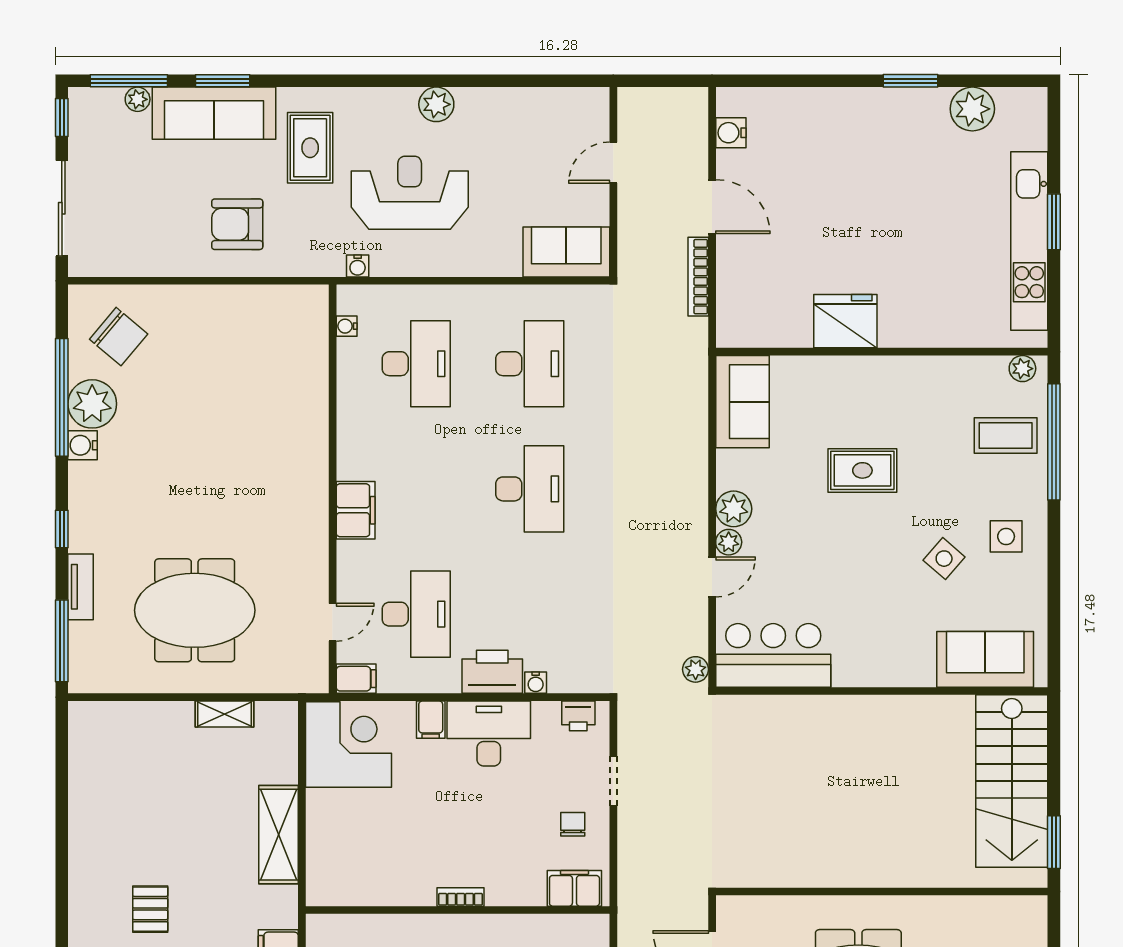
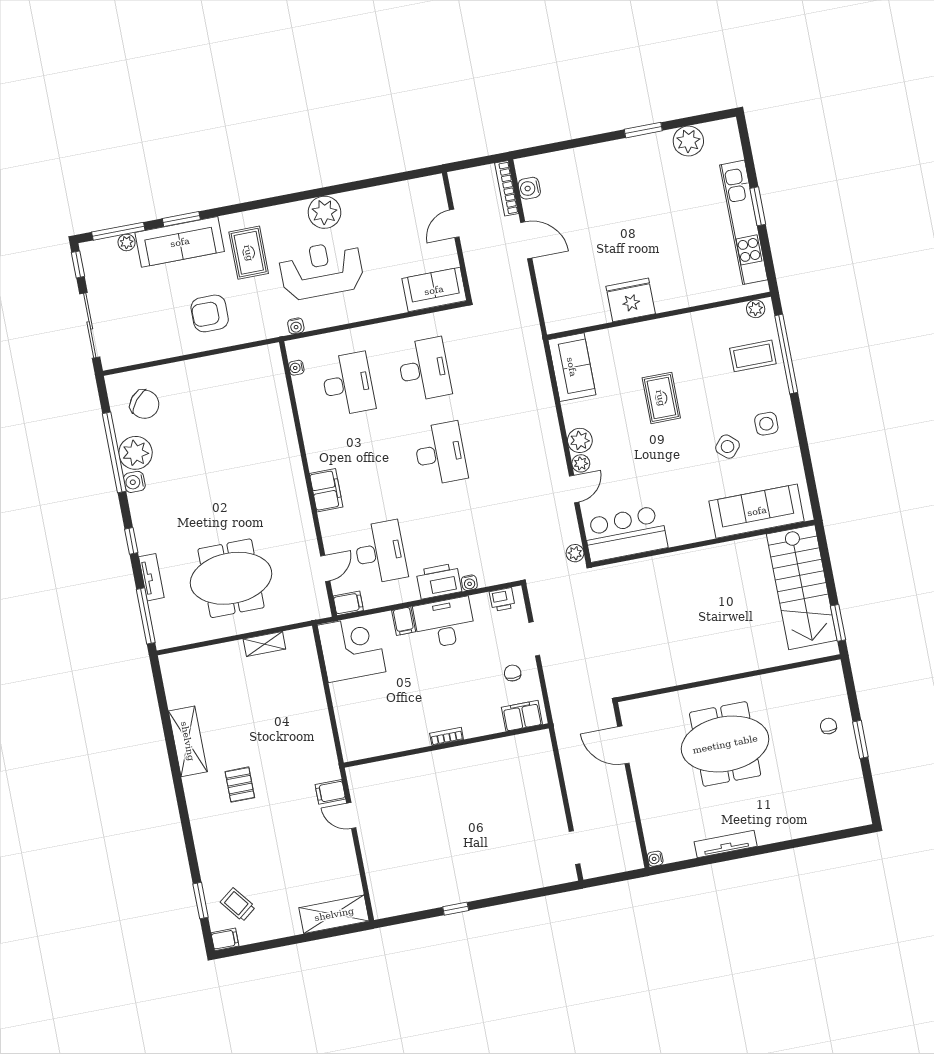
plant: (436, 104) -> (324, 212), width x1.36, depth x1.36
bookcase: (698, 277) -> (507, 188), moved
rug: (862, 470) -> (661, 398), turned 90
sofa: (985, 659) -> (757, 511), width x1.36
shelving: (278, 835) -> (188, 741), moved

